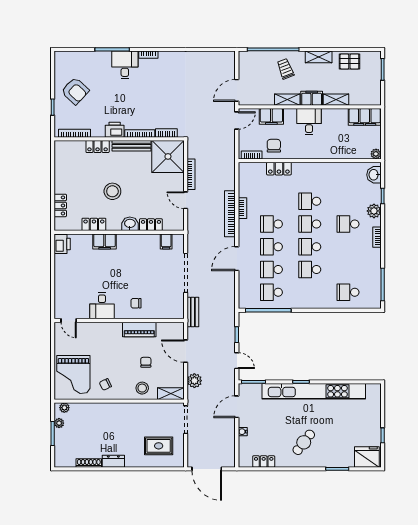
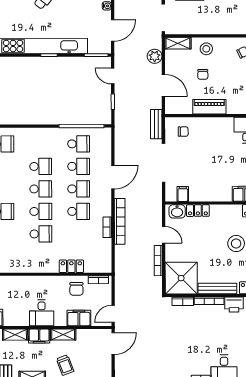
washbasin: (130, 224) -> (177, 211), moved
chair: (136, 303) -> (183, 132), moved

